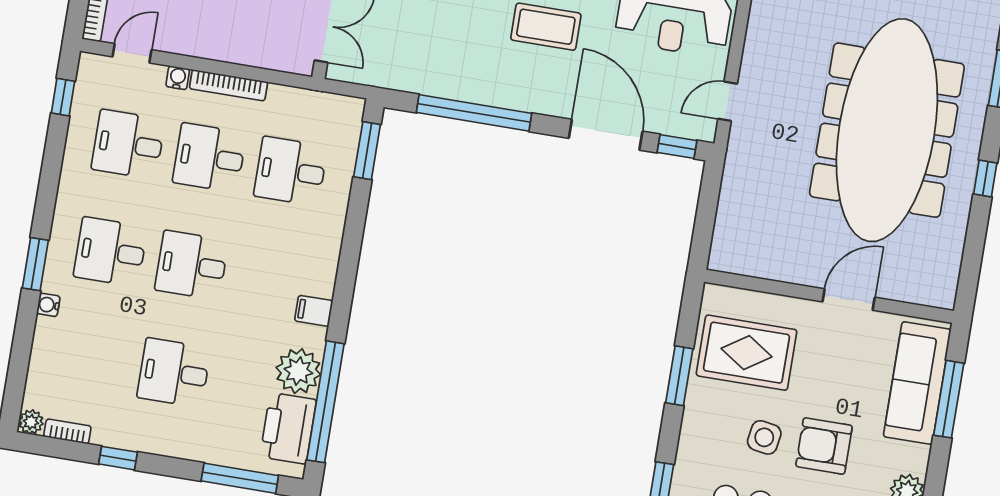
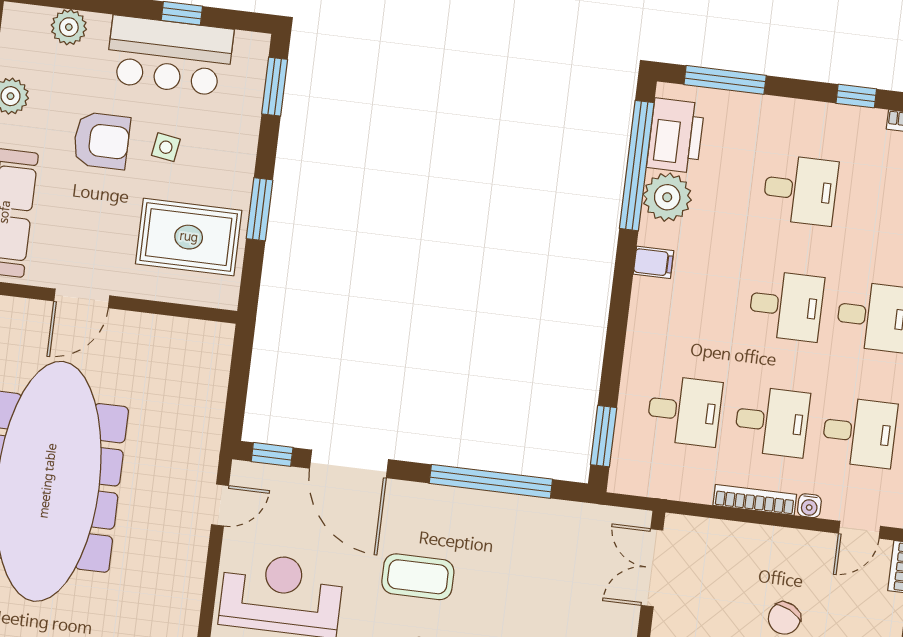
side table: (764, 437) -> (166, 147), width x0.73, depth x0.73

